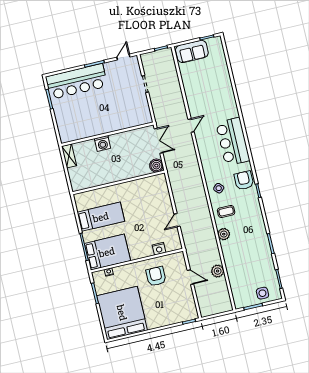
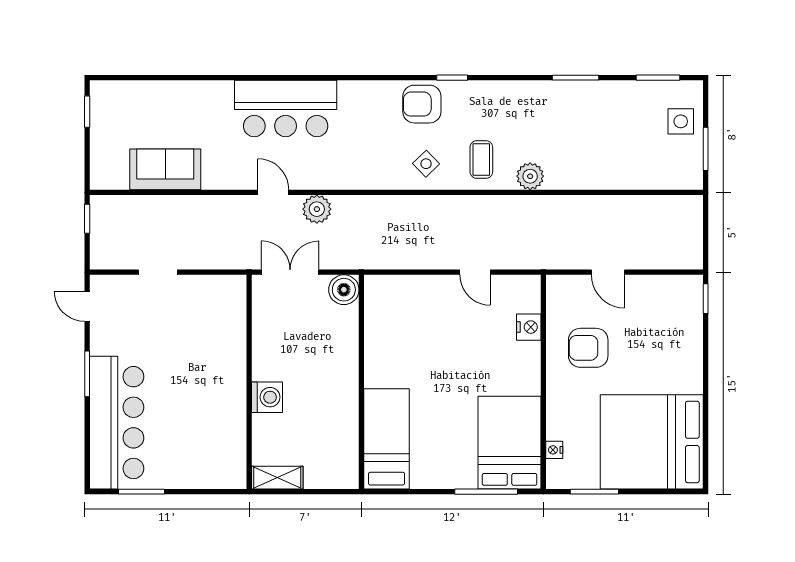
sofa: (192, 51) -> (165, 169), moved, turned -90
bar counter: (233, 142) -> (286, 108), moved
bed: (101, 217) -> (387, 439), moved
plant: (218, 271) -> (317, 209), moved
door: (190, 277) -> (608, 272), swing flipped

